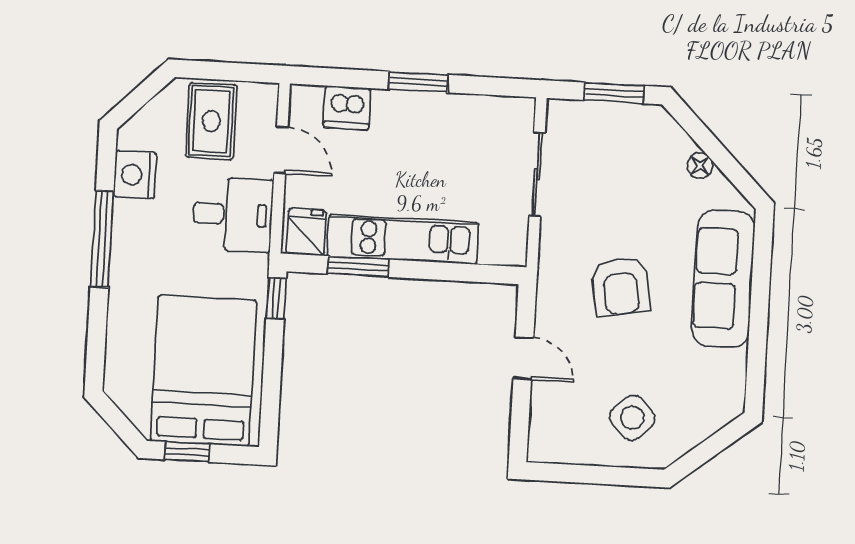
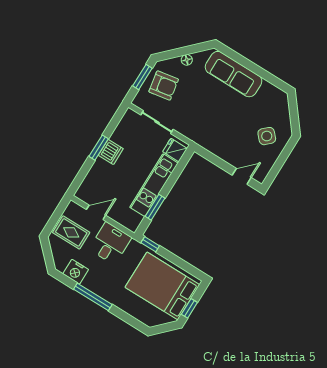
dishwasher: (347, 108) -> (111, 152), moved
fridge: (306, 232) -> (175, 150), moved
armchair: (621, 286) -> (164, 86), moved
door: (523, 358) -> (242, 176), moved

